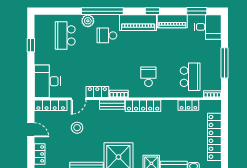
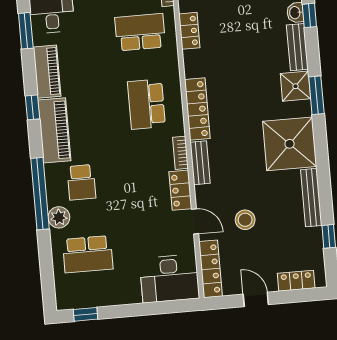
window: (31, 45) -> (85, 314), moved
school desk: (148, 77) -> (146, 104), width x1.85
door: (31, 130) -> (256, 299), hinge flipped

